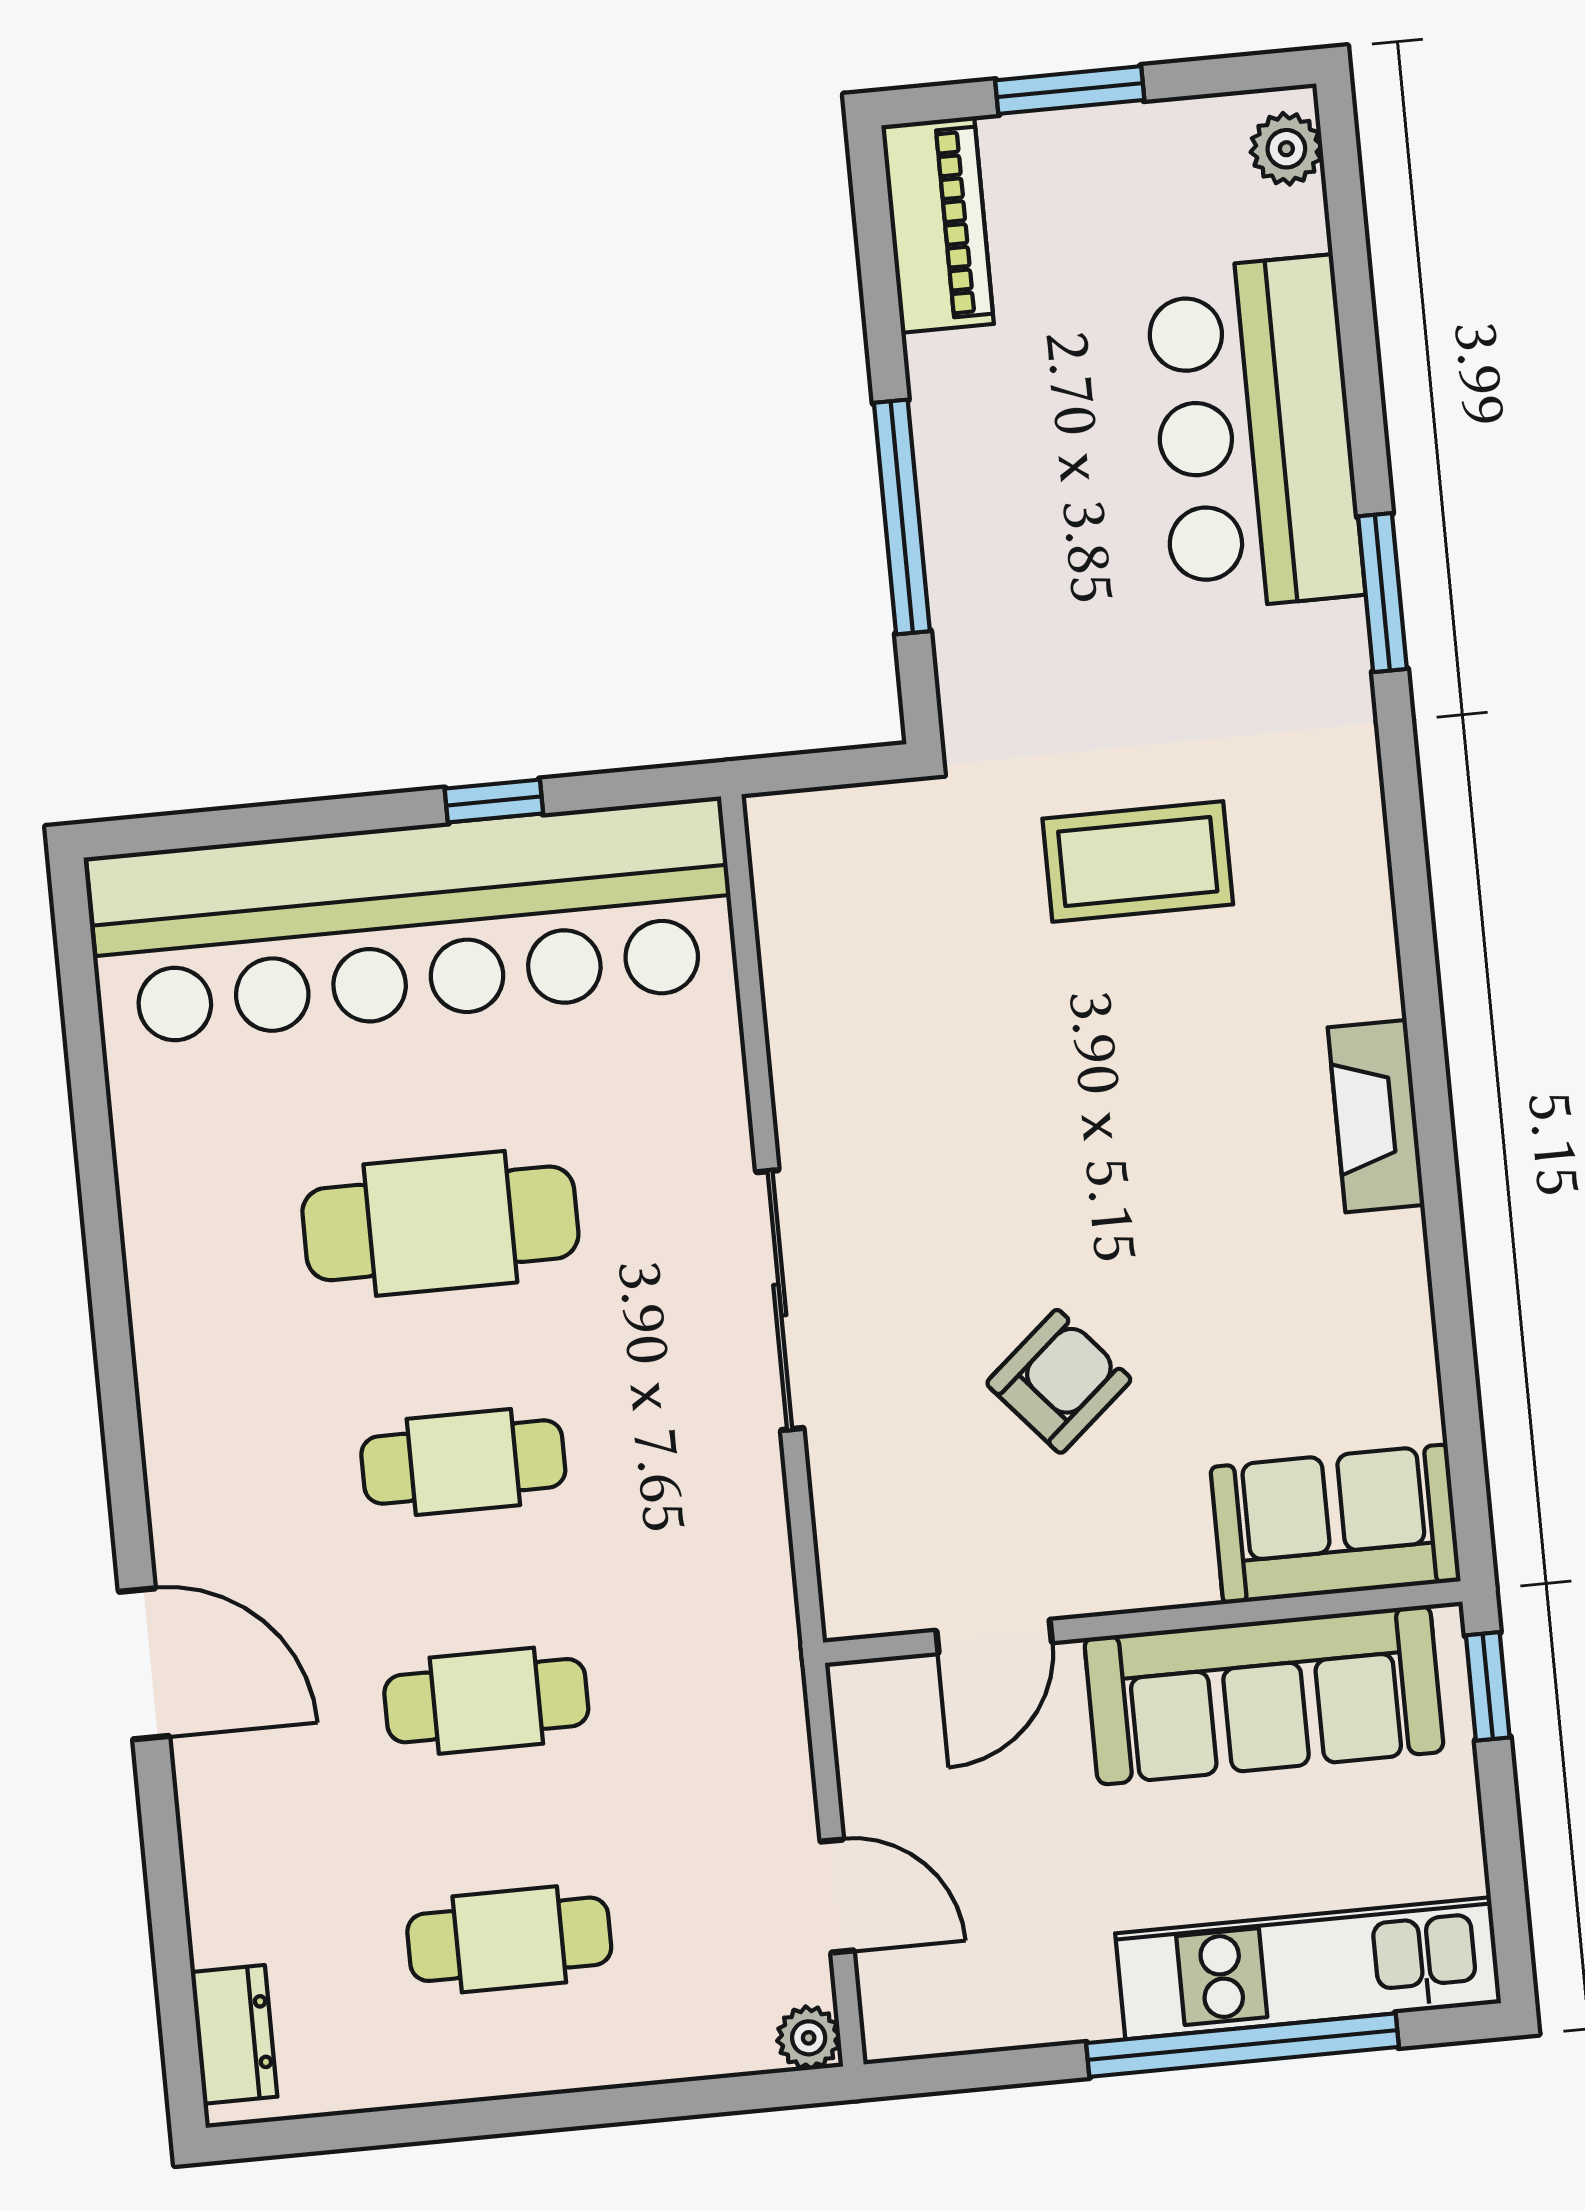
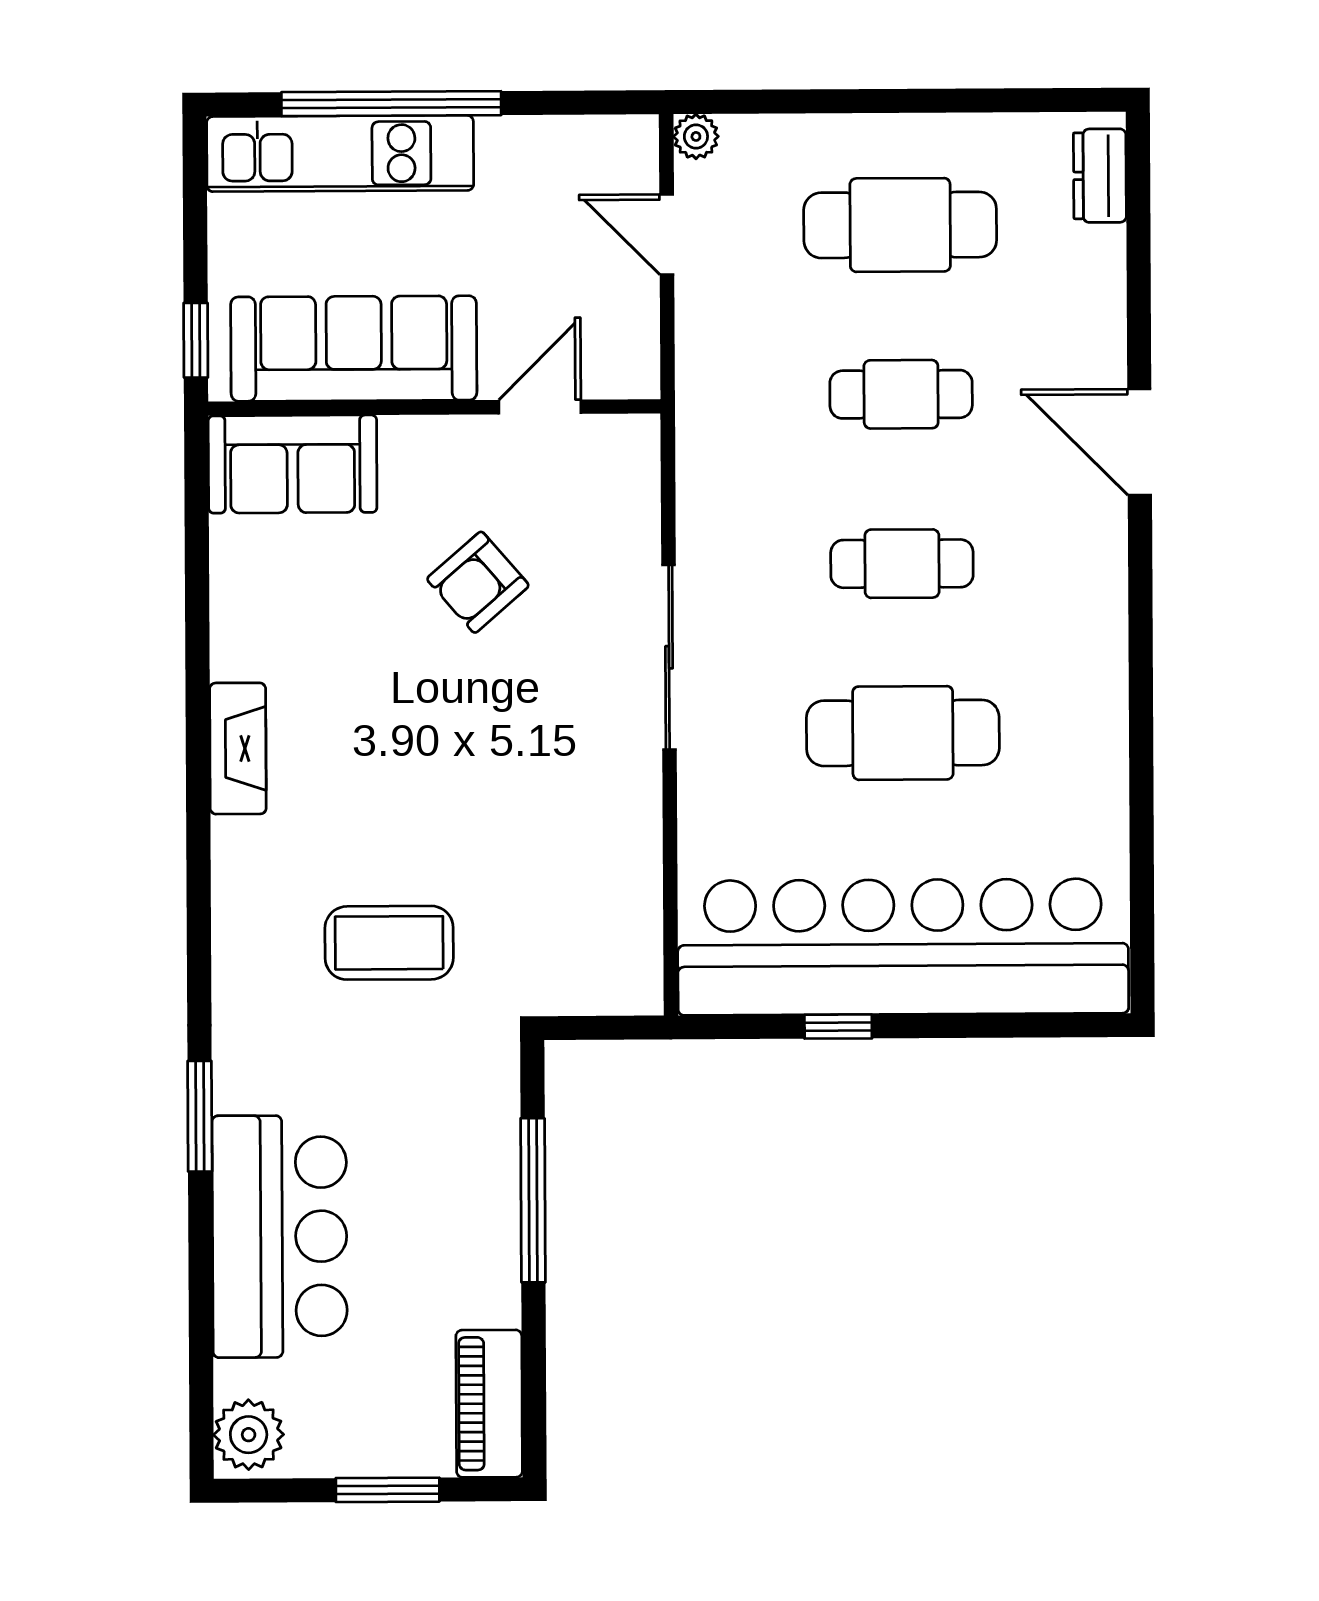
plant: (1286, 149) -> (249, 1435), width x1.38, depth x1.38
cafe table: (509, 1939) -> (900, 225), width x1.37, depth x1.35

